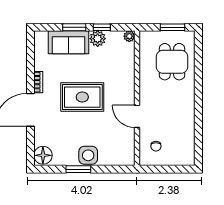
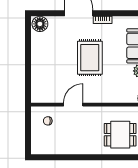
side table: (88, 155) -> (40, 63), removed
window: (78, 169) -> (28, 54), removed

